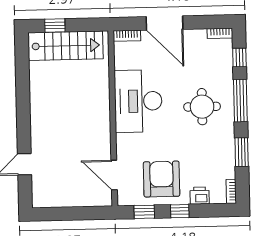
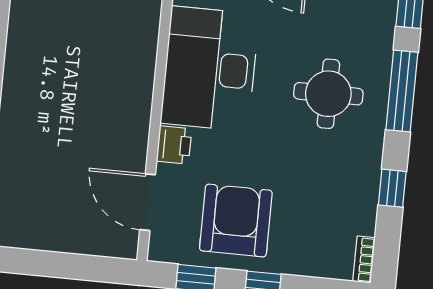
window: (242, 152) -> (392, 188), width x0.67
printer: (200, 196) -> (174, 145), moved, turned 90

